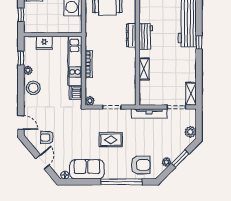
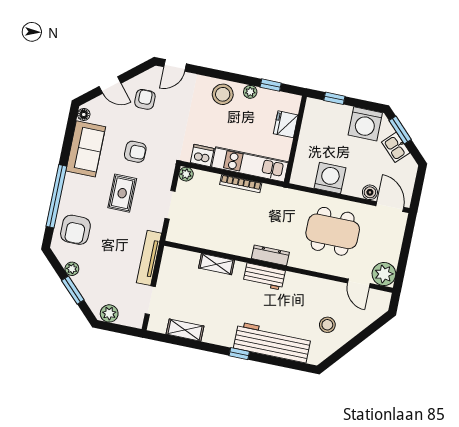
shelving: (191, 94) -> (185, 330), moved
armchair: (82, 137) -> (135, 152), added

